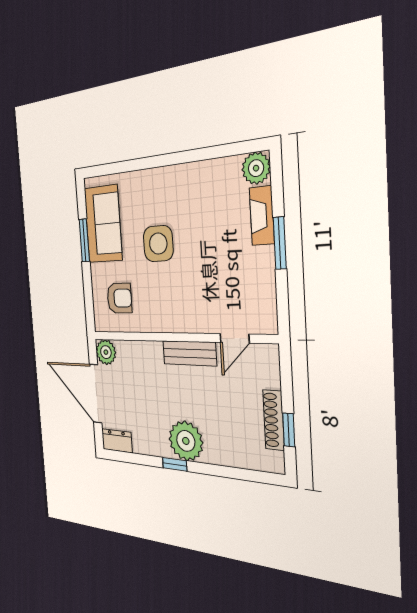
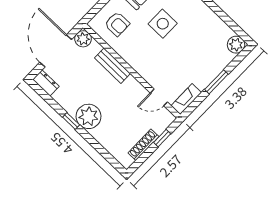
fireplace: (262, 216) -> (186, 99), moved
bench: (189, 353) -> (113, 66), moved
window: (289, 430) -> (162, 138), moved

